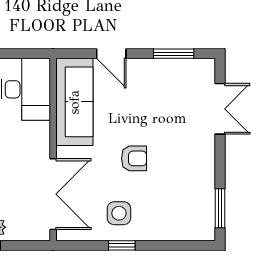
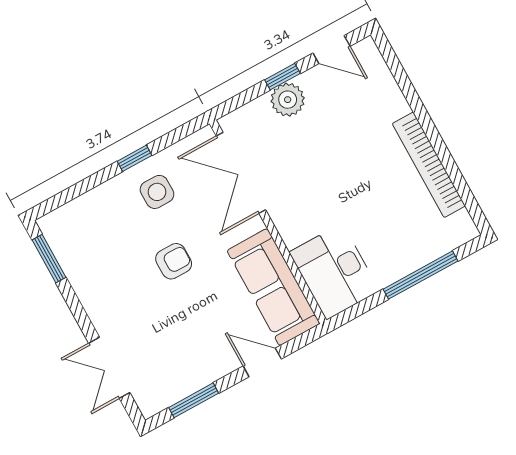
armchair: (134, 158) -> (174, 261), turned 180

